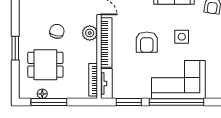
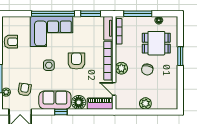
window: (49, 102) -> (138, 14), moved

